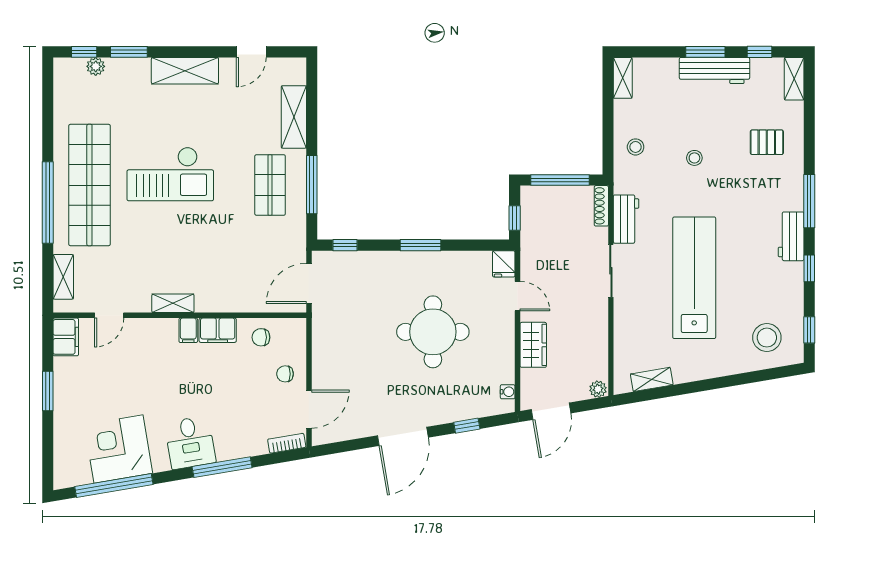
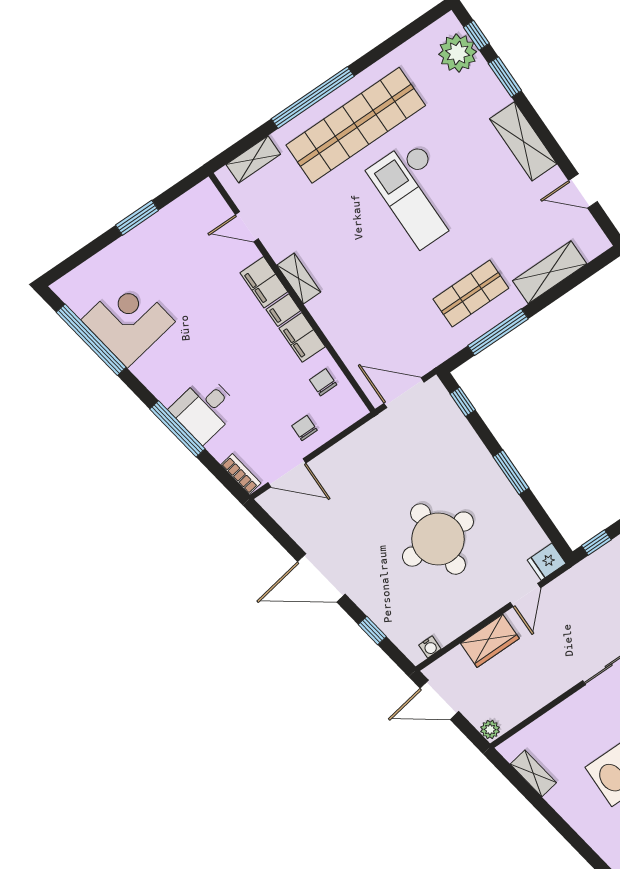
plant: (96, 66) -> (458, 53), width x1.88, depth x1.88
filing cabinet: (66, 337) -> (264, 282), moved, turned 90
desk: (190, 443) -> (205, 409), moved

